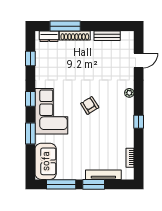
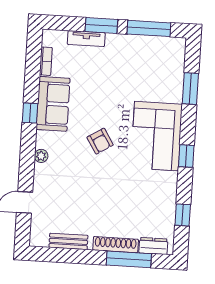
window: (30, 133) -> (190, 89), moved
sofa: (46, 161) -> (53, 104), moved, turned 180
tv unit: (103, 175) -> (86, 39), width x0.71

